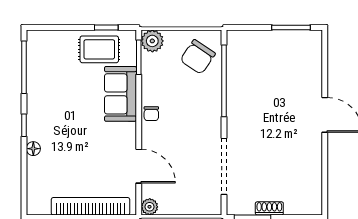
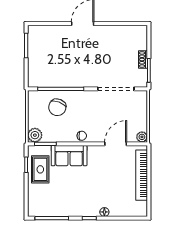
chair: (198, 57) -> (57, 107), moved, turned 77

